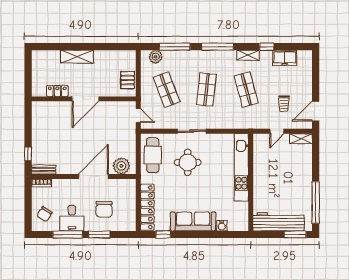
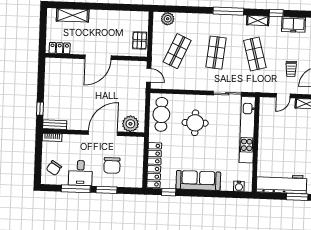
window: (175, 47) -> (186, 10), removed
shelving: (77, 57) -> (73, 15), moved
shop shelf: (167, 90) -> (177, 51), turned 45
locker: (57, 91) -> (60, 48), moved
sliding door: (192, 131) -> (227, 94), moved
water cooler: (222, 226) -> (239, 186), moved

